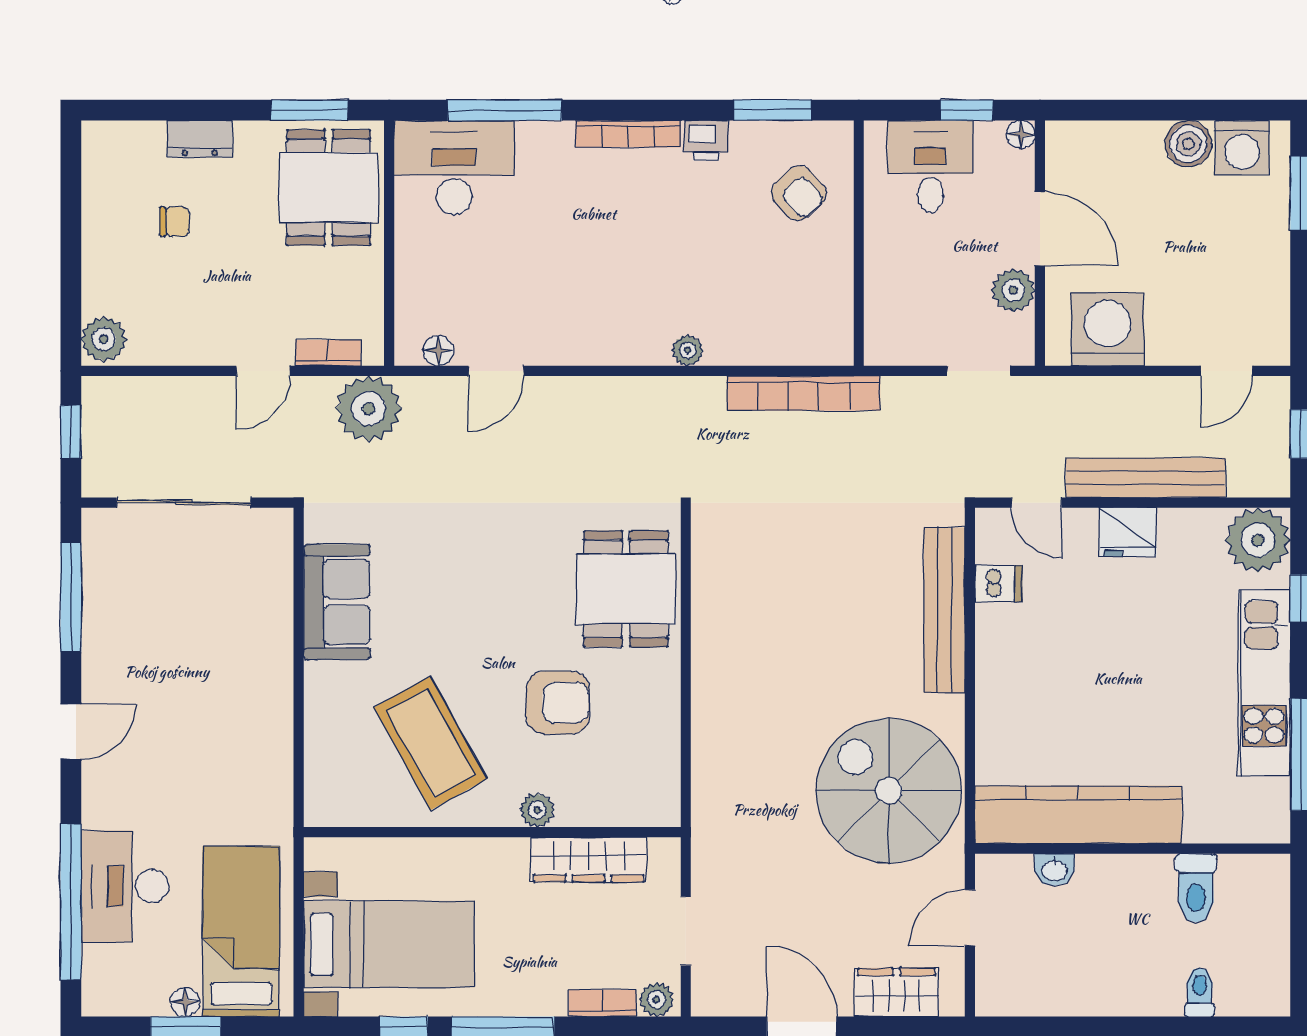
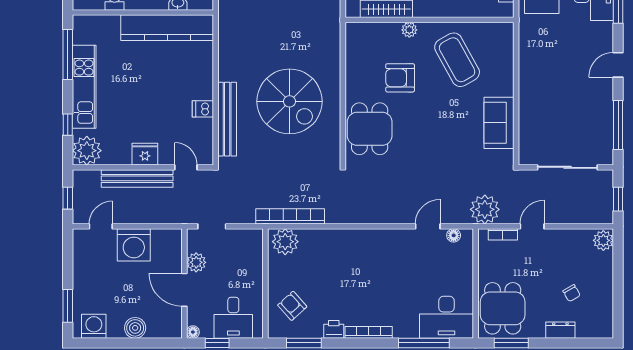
boiler: (1188, 144) -> (135, 328), moved
chair: (175, 222) -> (572, 293), turned -120
washing machine: (1107, 329) -> (134, 245), moved
plant: (688, 350) -> (285, 242), moved, width x1.87, depth x1.87
dishwasher: (998, 583) -> (203, 109), moved
spiral stairs: (889, 791) -> (290, 101), moved

